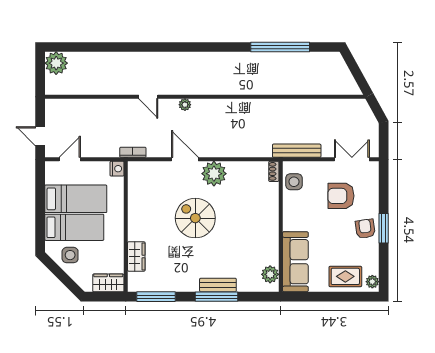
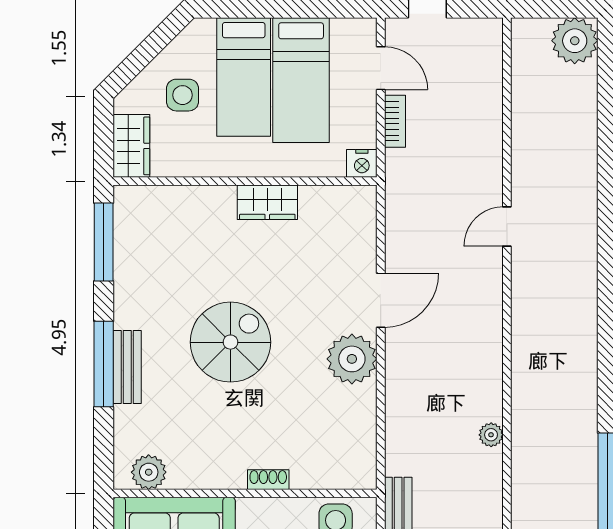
plant: (185, 105) -> (491, 435), moved
bookcase: (133, 152) -> (395, 121), moved
shoe rack: (274, 171) -> (268, 480), moved
spiral stairs: (195, 218) -> (230, 342), moved
side table: (70, 255) -> (183, 95), moved
wardrobe: (136, 256) -> (267, 202), moved

